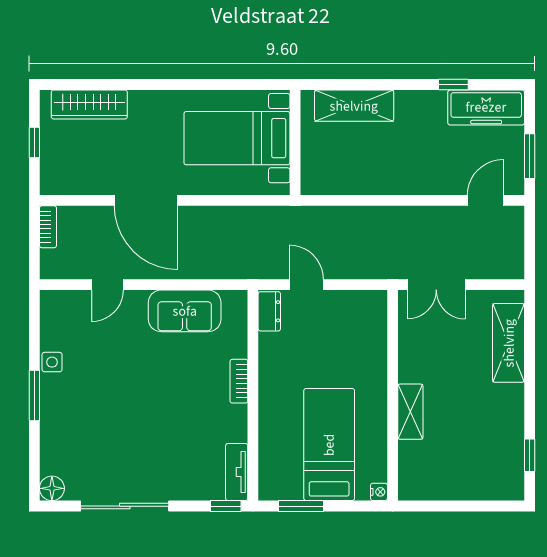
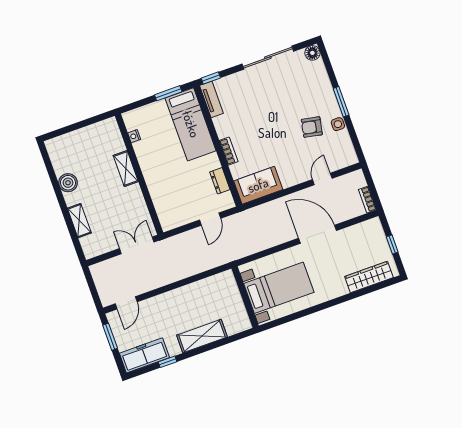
shelving: (354, 106) -> (202, 336), moved
door: (306, 285) -> (210, 219), hinge flipped
sofa: (185, 311) -> (258, 185), moved
dresser: (269, 311) -> (220, 181), moved
shelving: (509, 343) -> (79, 221), width x0.67, depth x0.75
armchair: (95, 372) -> (312, 127), added
boiler: (509, 422) -> (68, 183), added
bed: (329, 445) -> (191, 124), moved
window: (530, 455) -> (50, 168), removed
nightstand: (379, 492) -> (134, 136), moved

